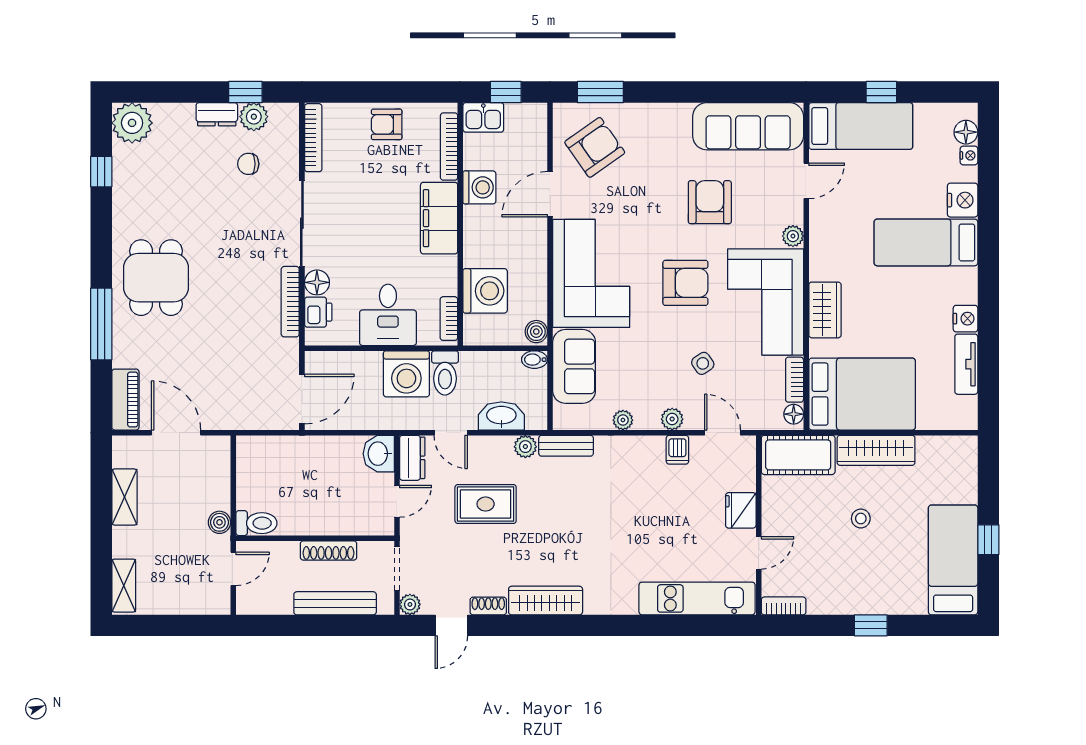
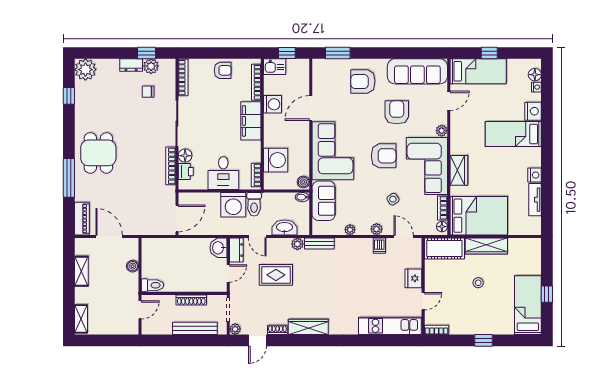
armchair: (387, 124) -> (223, 70), turned 180
armchair: (595, 147) -> (363, 81), moved, turned -145
boiler: (219, 522) -> (133, 266), moved

